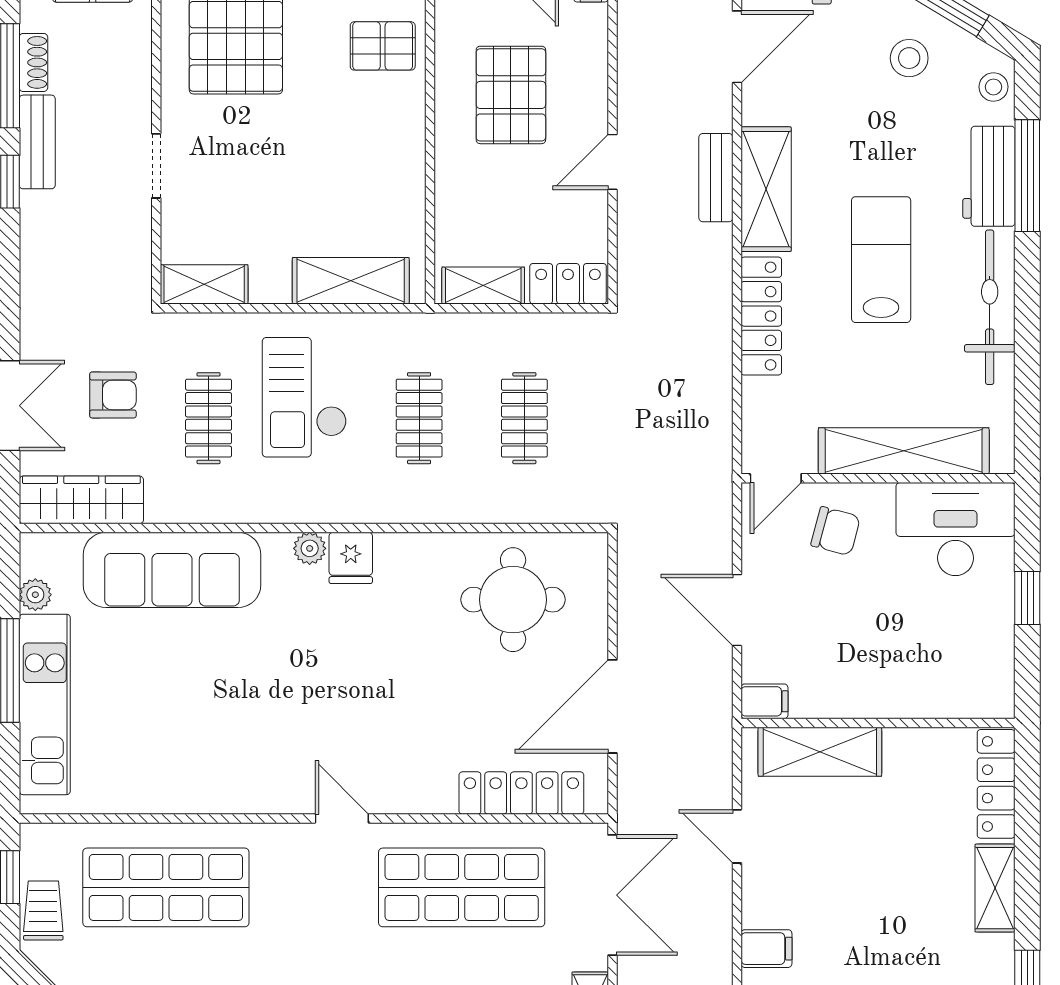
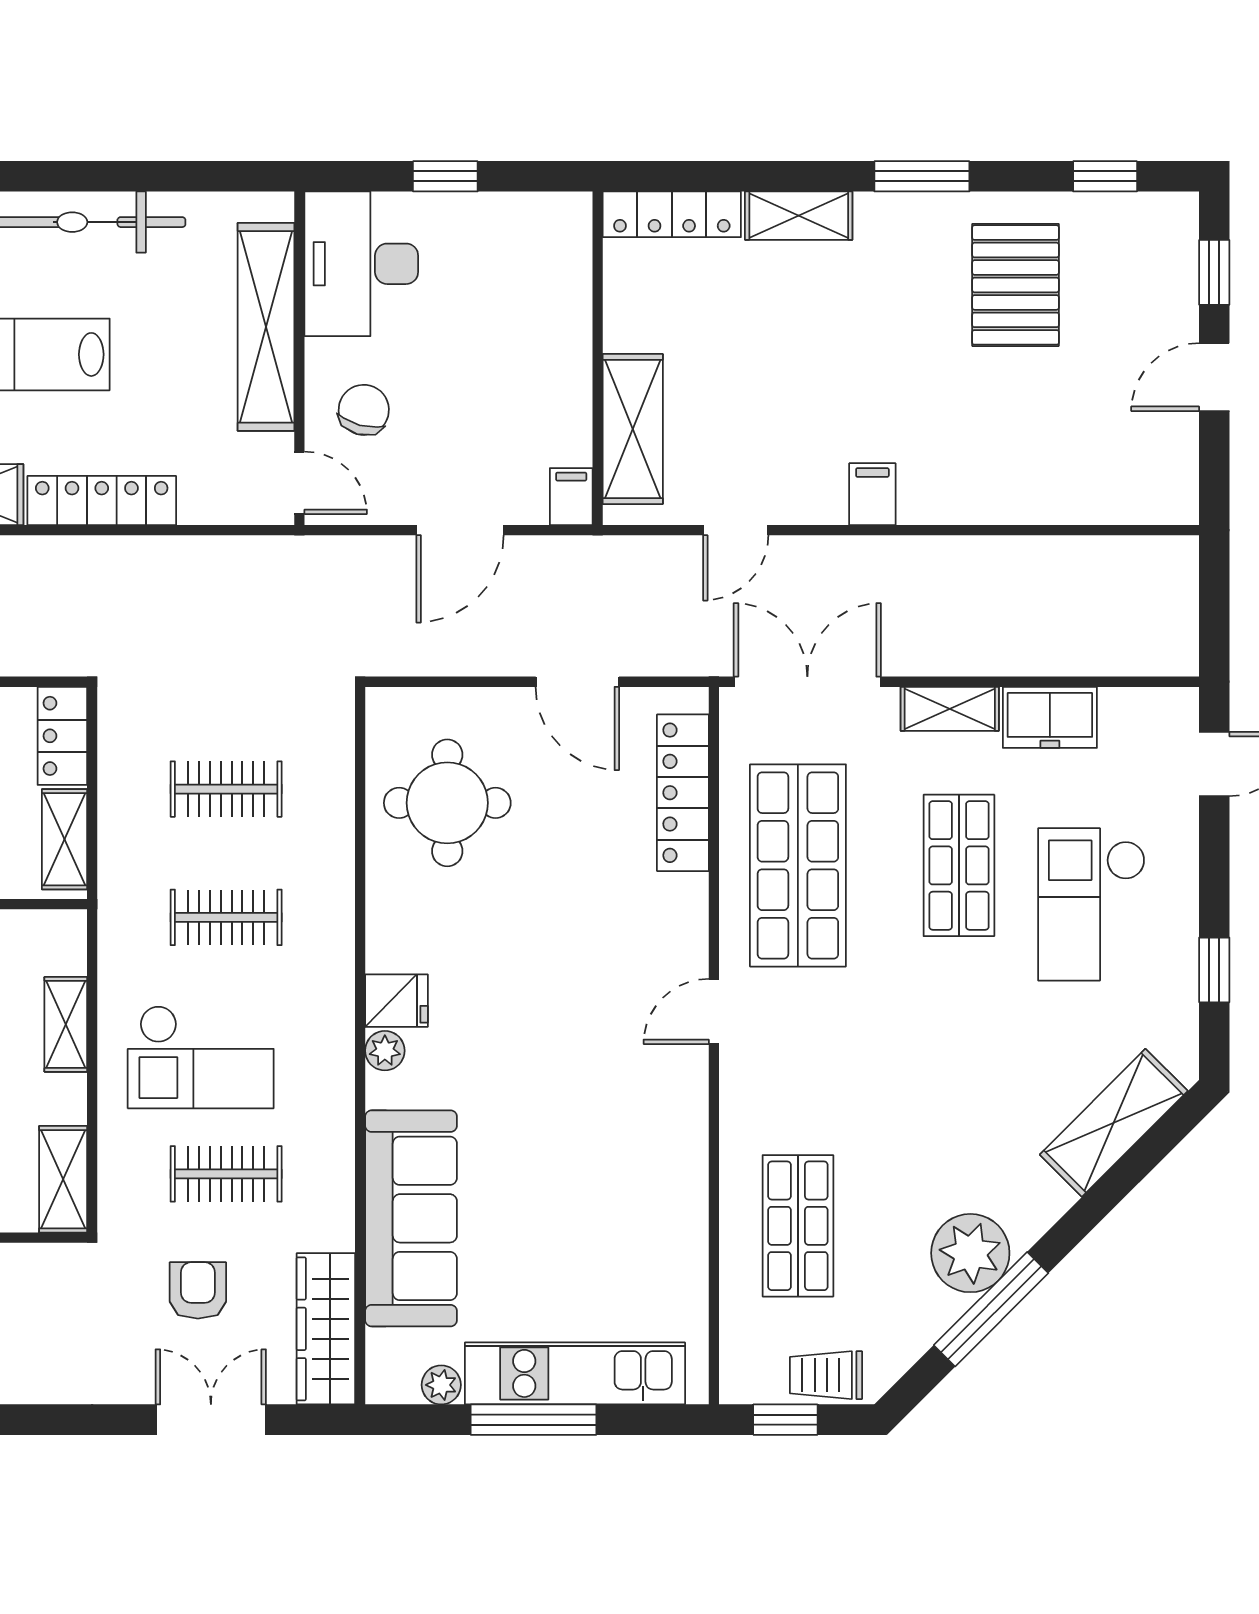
shelving: (351, 281) -> (66, 1024), width x0.67, depth x0.75
door: (612, 706) -> (577, 682), width x0.73
shop shelf: (166, 887) -> (798, 1226), width x0.70, depth x0.74

